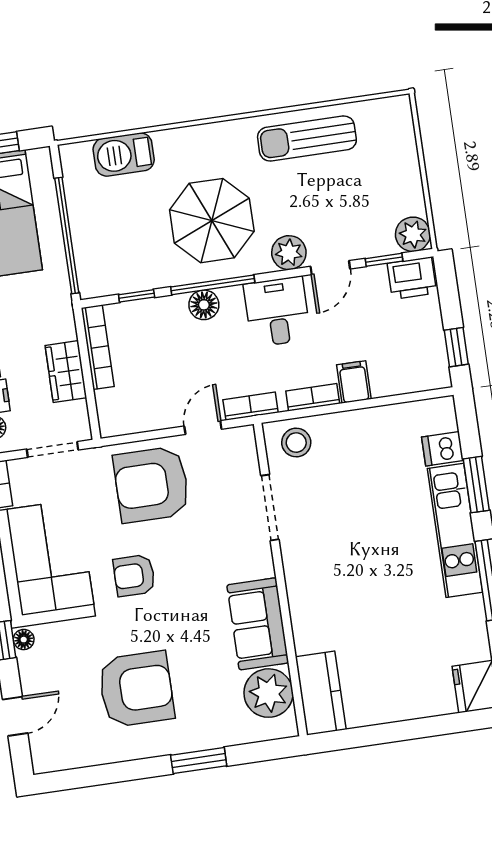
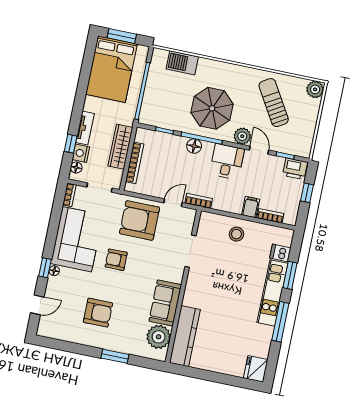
sun lounger: (307, 139) -> (274, 103), moved, turned 59
plant: (413, 234) -> (315, 89), moved
door: (330, 268) -> (259, 150), swing flipped
bookcase: (98, 347) -> (135, 163), moved
window: (456, 347) -> (307, 193), moved
wardrobe: (66, 372) -> (120, 147), width x1.50
bookcase: (313, 397) -> (270, 216), moved
stool: (296, 443) -> (236, 234), moved
armchair: (136, 689) -> (98, 313), width x0.73, depth x0.73
kitchen counter: (321, 693) -> (185, 336), width x1.50

